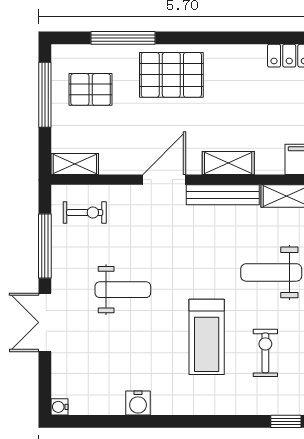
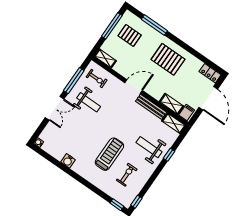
pallet: (171, 75) -> (168, 59), moved
shelving: (228, 163) -> (172, 104), moved
weight bench: (123, 290) -> (89, 102), moved
double door: (45, 322) -> (55, 108), swing flipped
treadmill: (207, 337) -> (109, 154), turned 180

